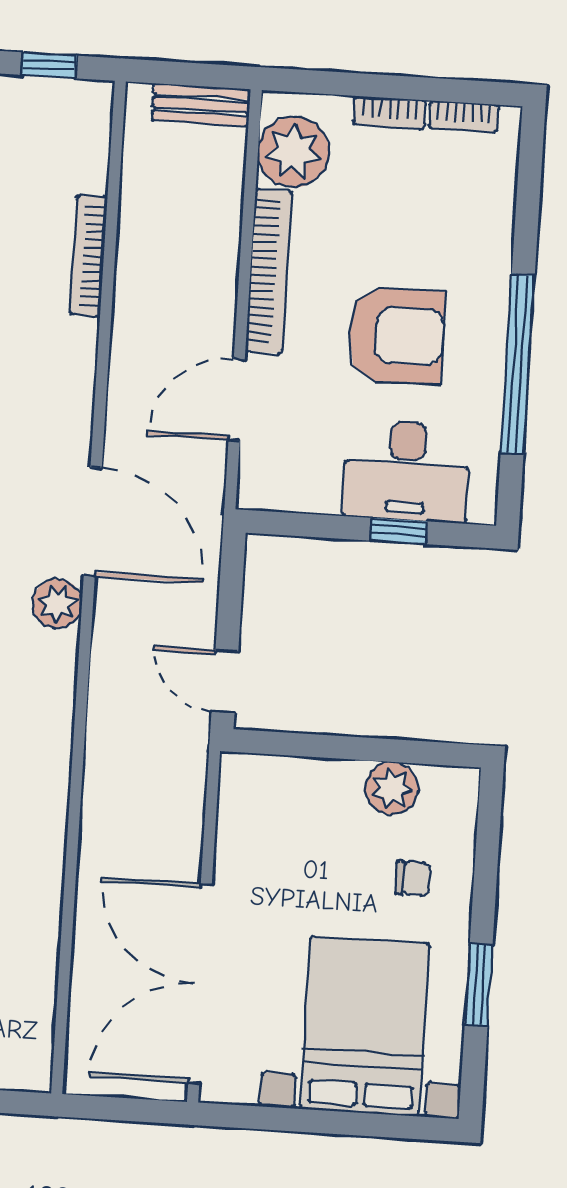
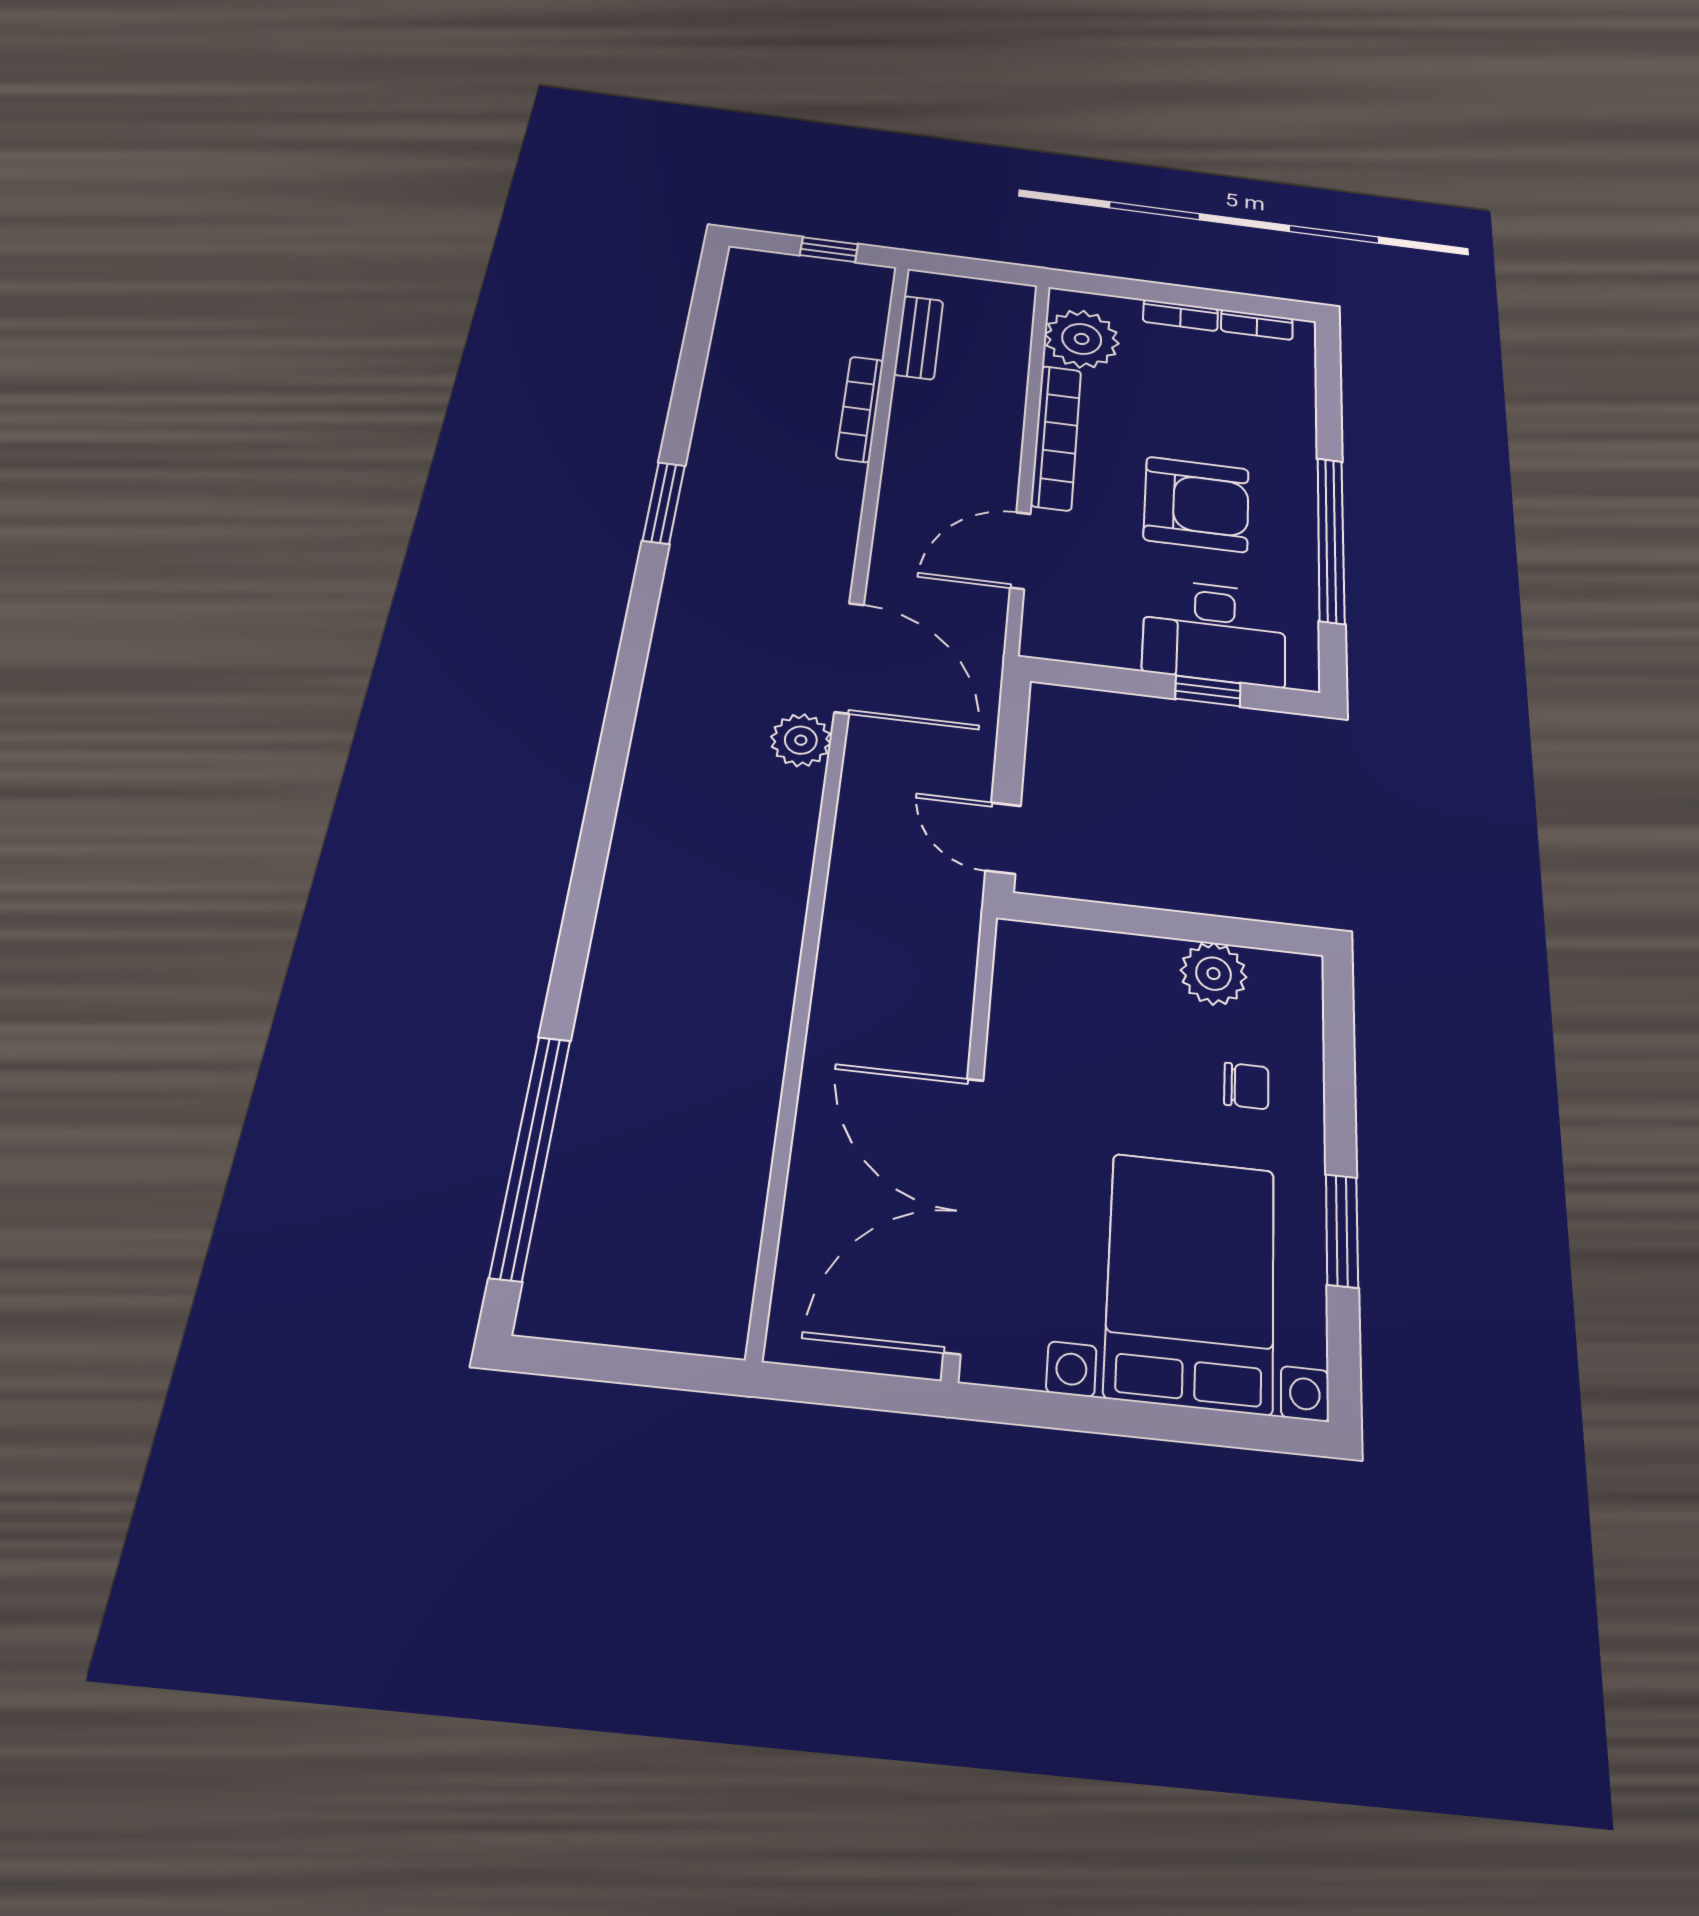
bench: (201, 105) -> (919, 337), moved, turned 90

